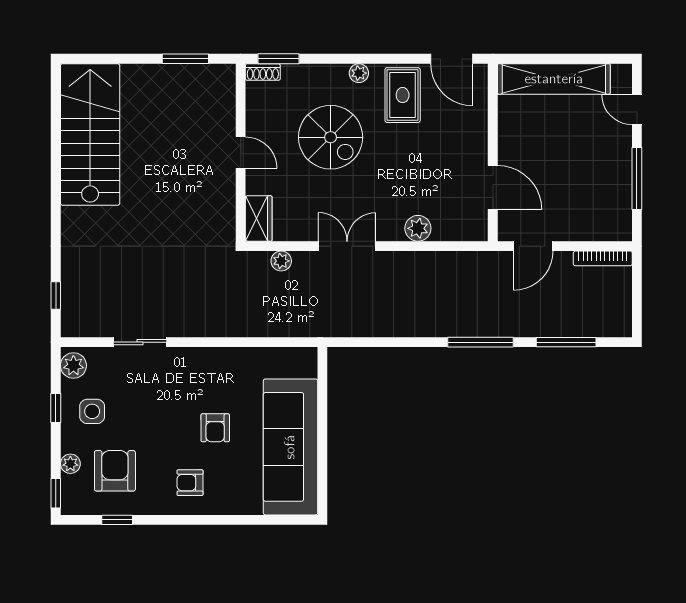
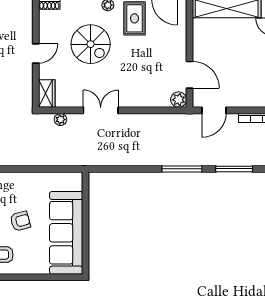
door: (241, 153) -> (36, 53), hinge flipped
plant: (418, 228) -> (179, 100), moved
armchair: (215, 428) -> (20, 221), turned -105

